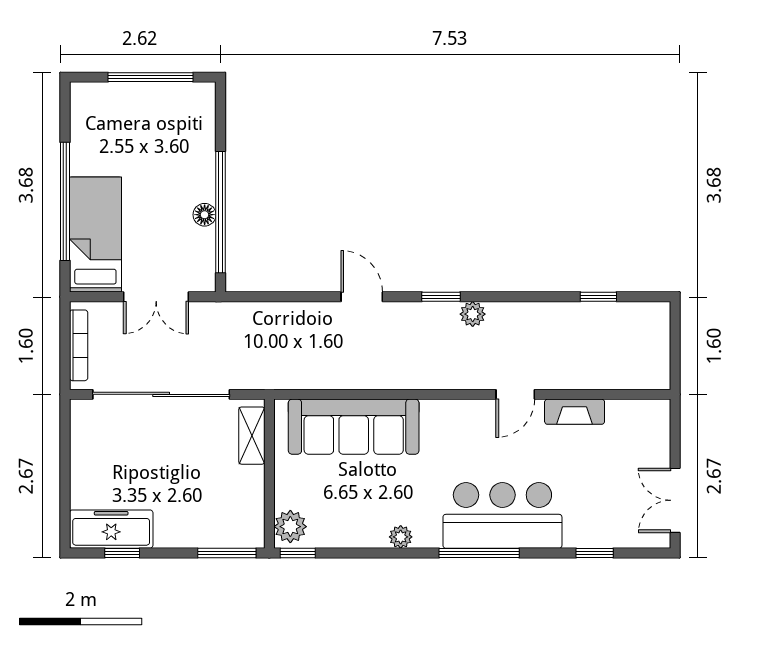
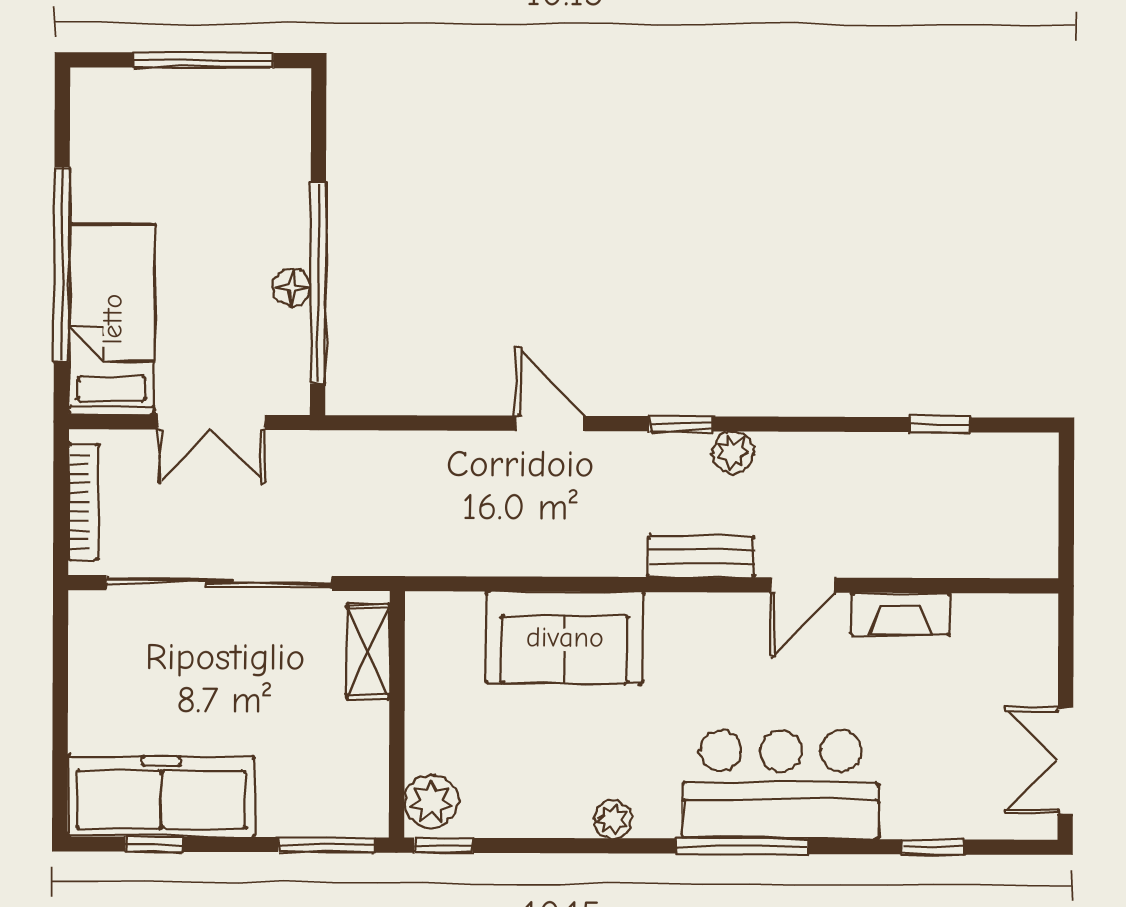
bench: (454, 377) -> (701, 557), added
sofa: (354, 427) -> (565, 637), width x0.73
freezer: (111, 529) -> (161, 797), width x1.36, depth x1.26

